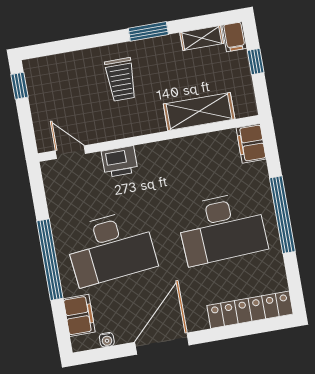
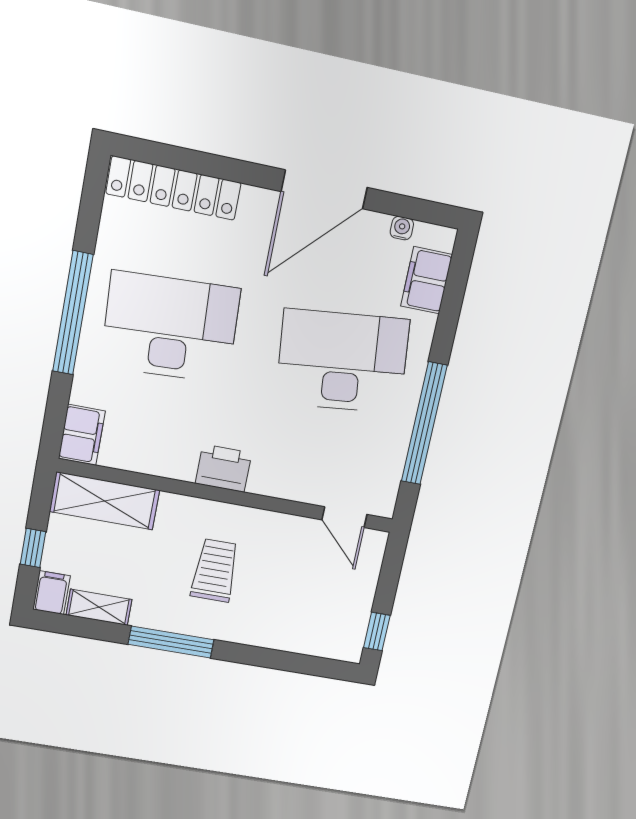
window: (148, 31) -> (171, 642), width x1.44
trolley: (121, 79) -> (215, 570), moved
shelving: (199, 111) -> (105, 501), moved
printer: (120, 162) -> (224, 468), moved
window: (50, 260) -> (424, 424), moved

